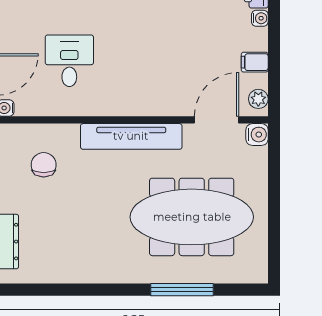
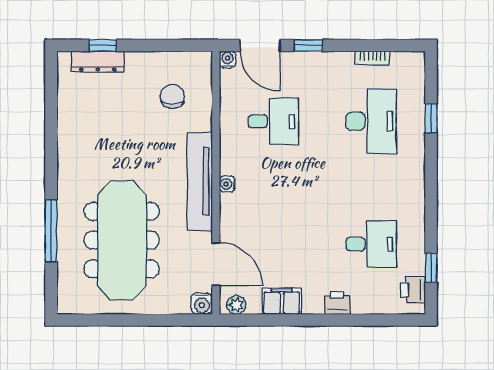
water cooler: (260, 18) -> (227, 184), moved, turned 90
filing cabinet: (255, 62) -> (282, 301), width x2.00
chair: (44, 165) -> (172, 96), turned -90

